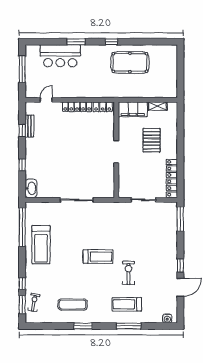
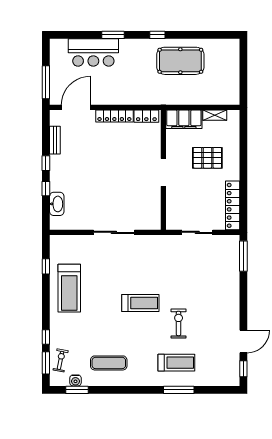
window: (22, 69) -> (46, 82), moved
door: (46, 100) -> (76, 107), width x1.88
window: (22, 130) -> (46, 163), moved
pallet: (152, 140) -> (207, 158), turned 90
washbasin: (31, 188) -> (57, 204), moved
window: (22, 227) -> (46, 266), width x0.32
window: (180, 266) -> (243, 369), moved
treadmill: (127, 304) -> (176, 363), turned 180
water cooler: (167, 318) -> (75, 380), moved
window: (83, 326) -> (77, 390), moved

